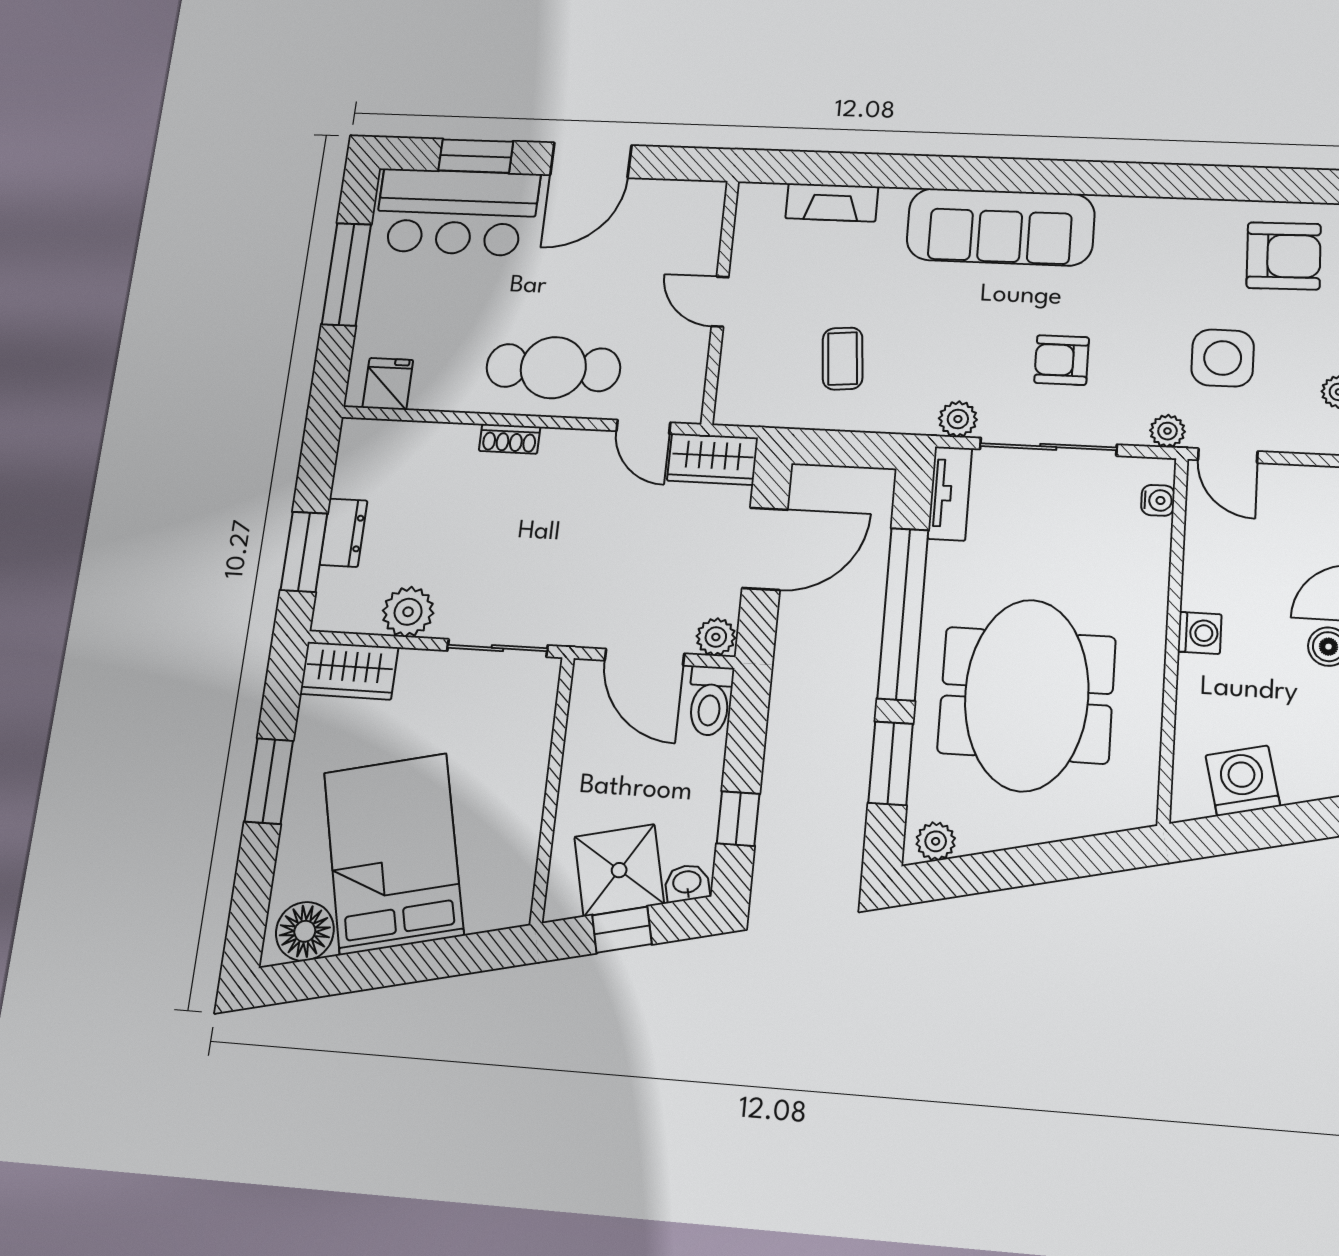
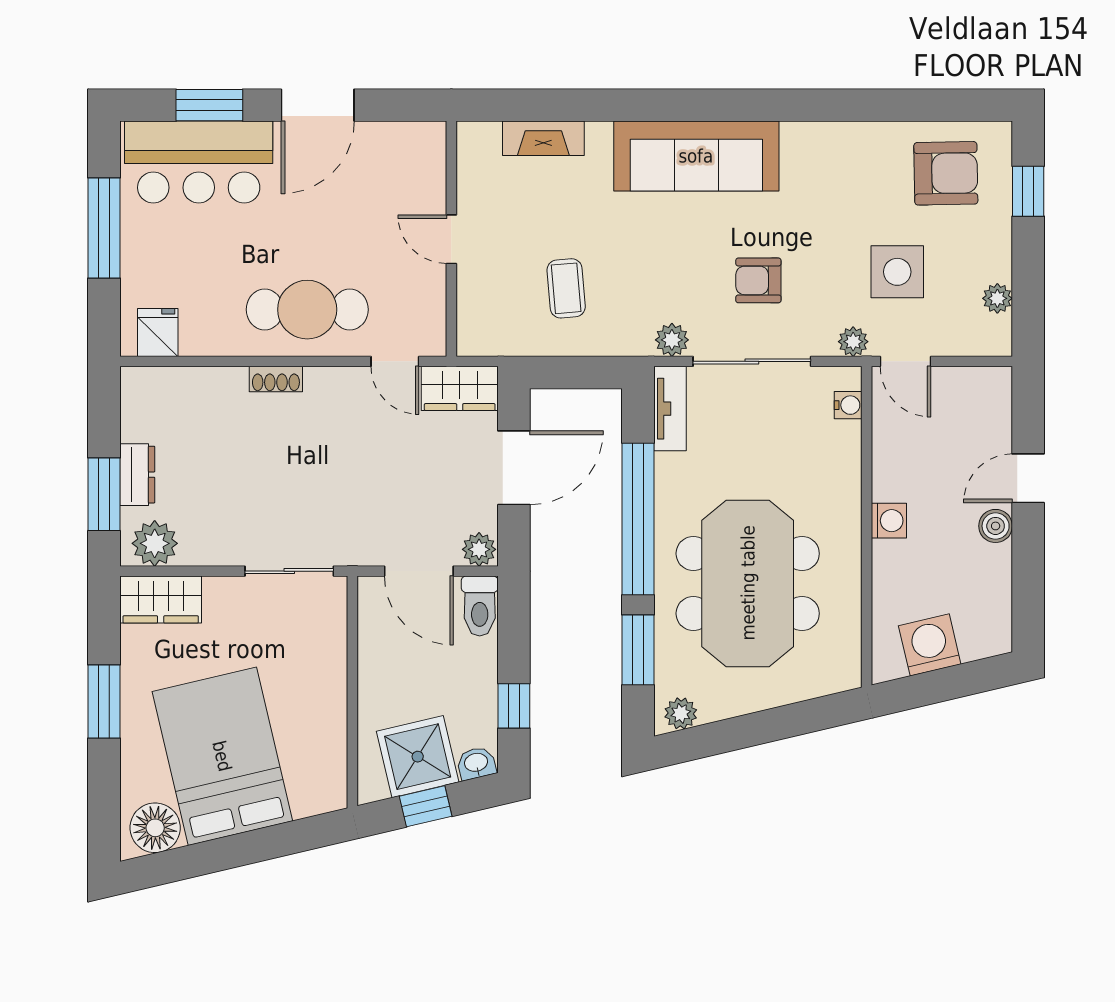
plant: (408, 612) -> (155, 543), moved

